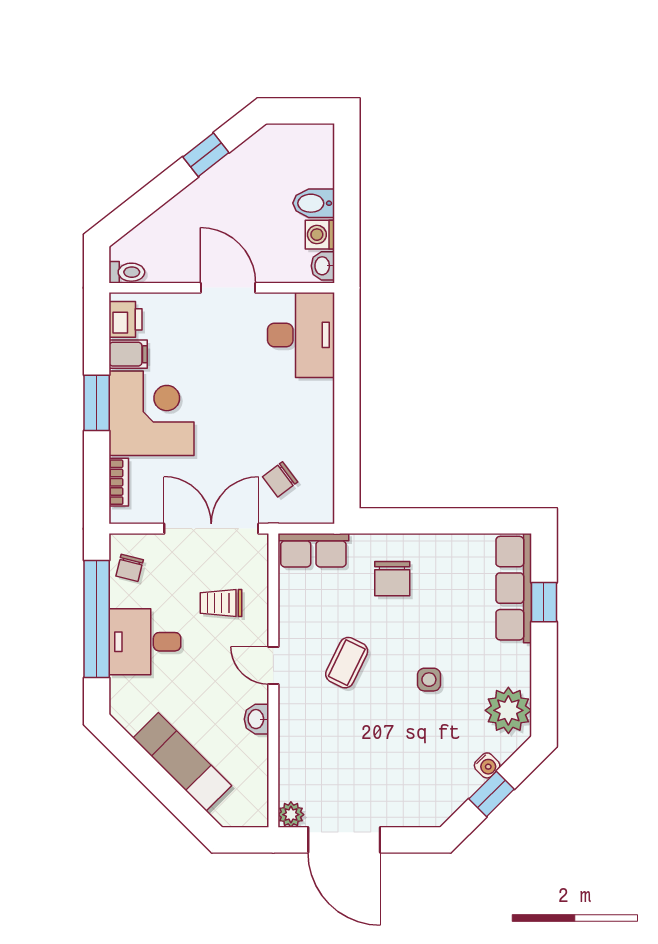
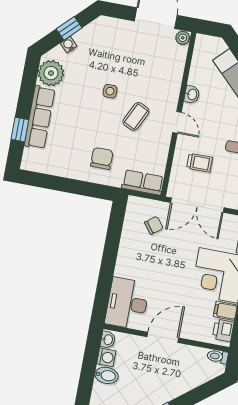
door: (228, 288) -> (163, 337), swing flipped
row of seats: (514, 588) -> (40, 117), moved
side table: (429, 680) -> (110, 91), moved

